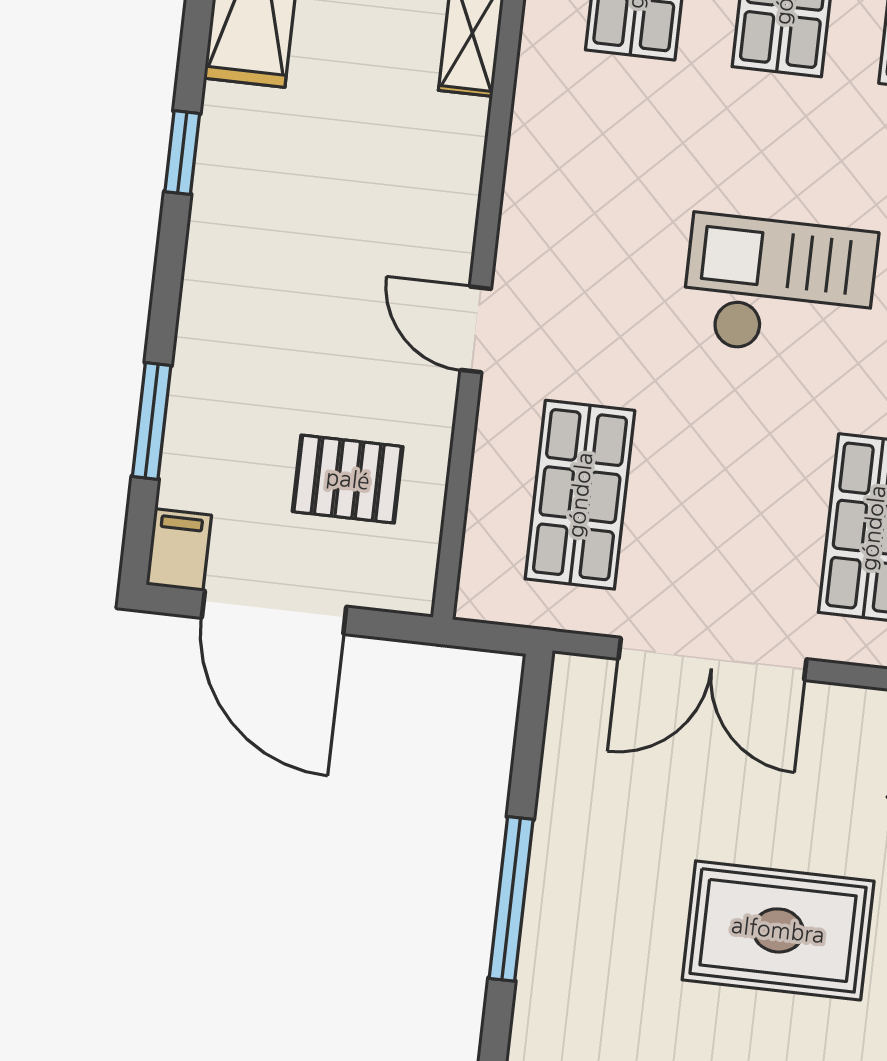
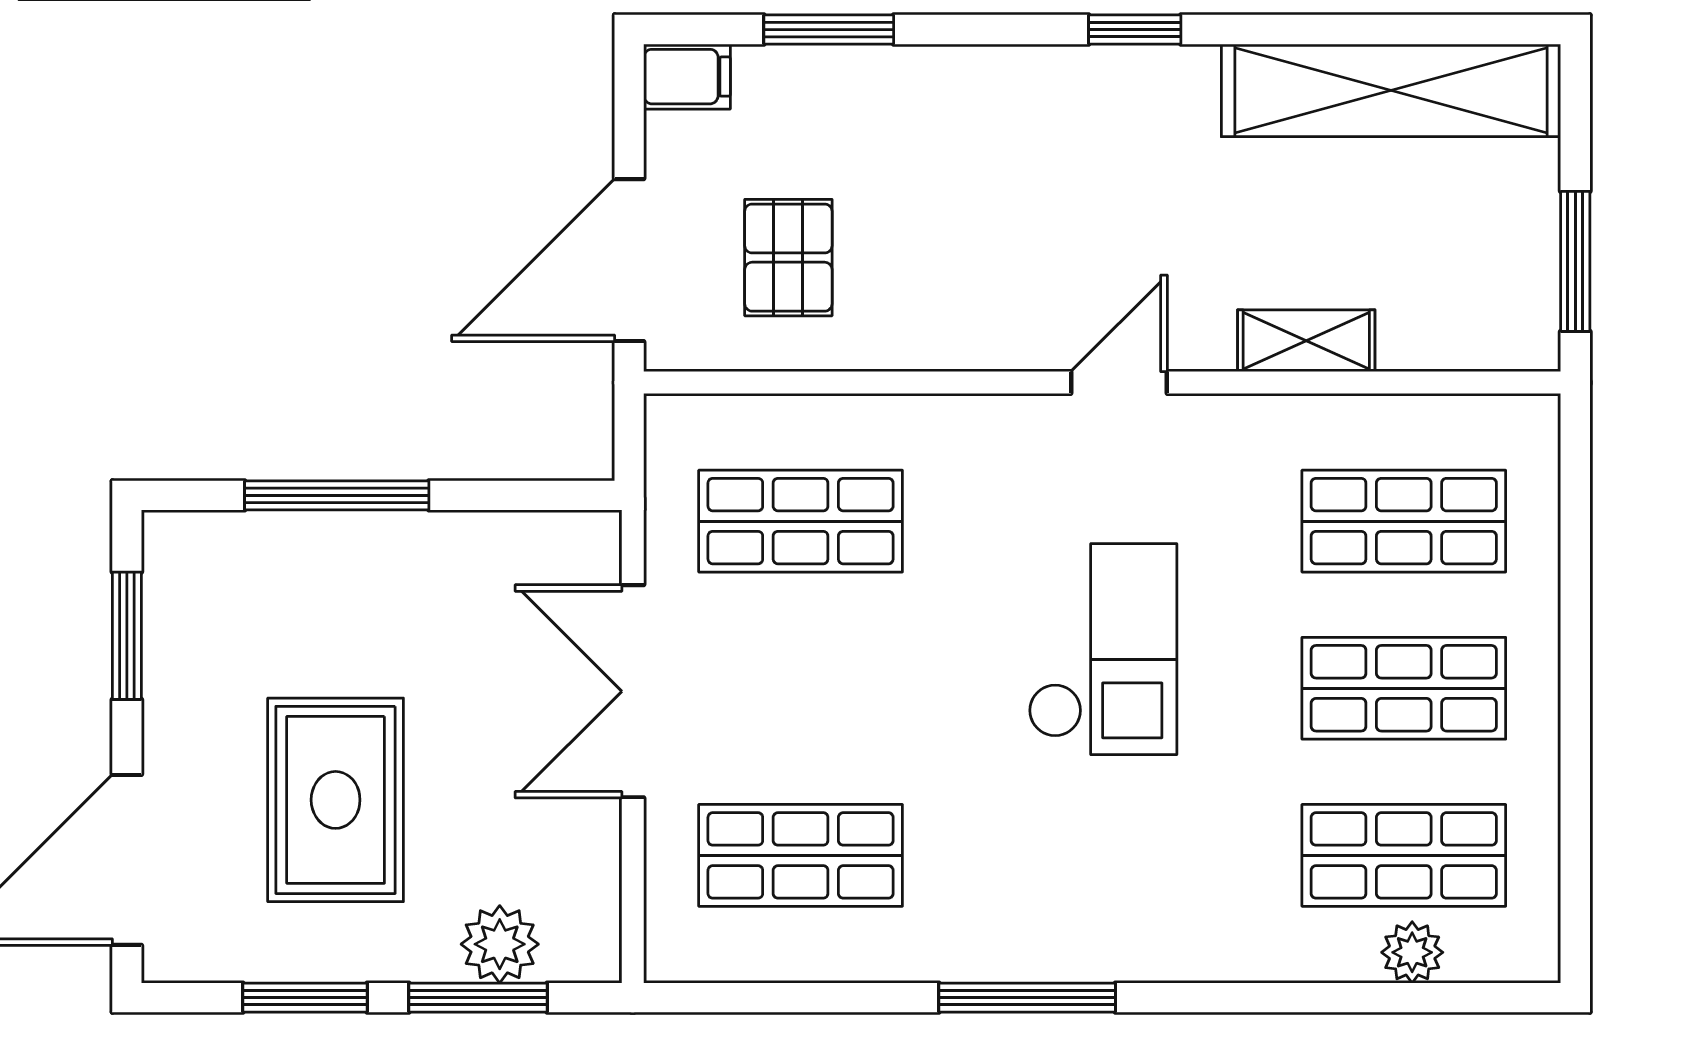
checkout: (779, 287) -> (1103, 649), moved
door: (476, 329) -> (1119, 383), moved
door: (274, 612) -> (629, 260), moved

